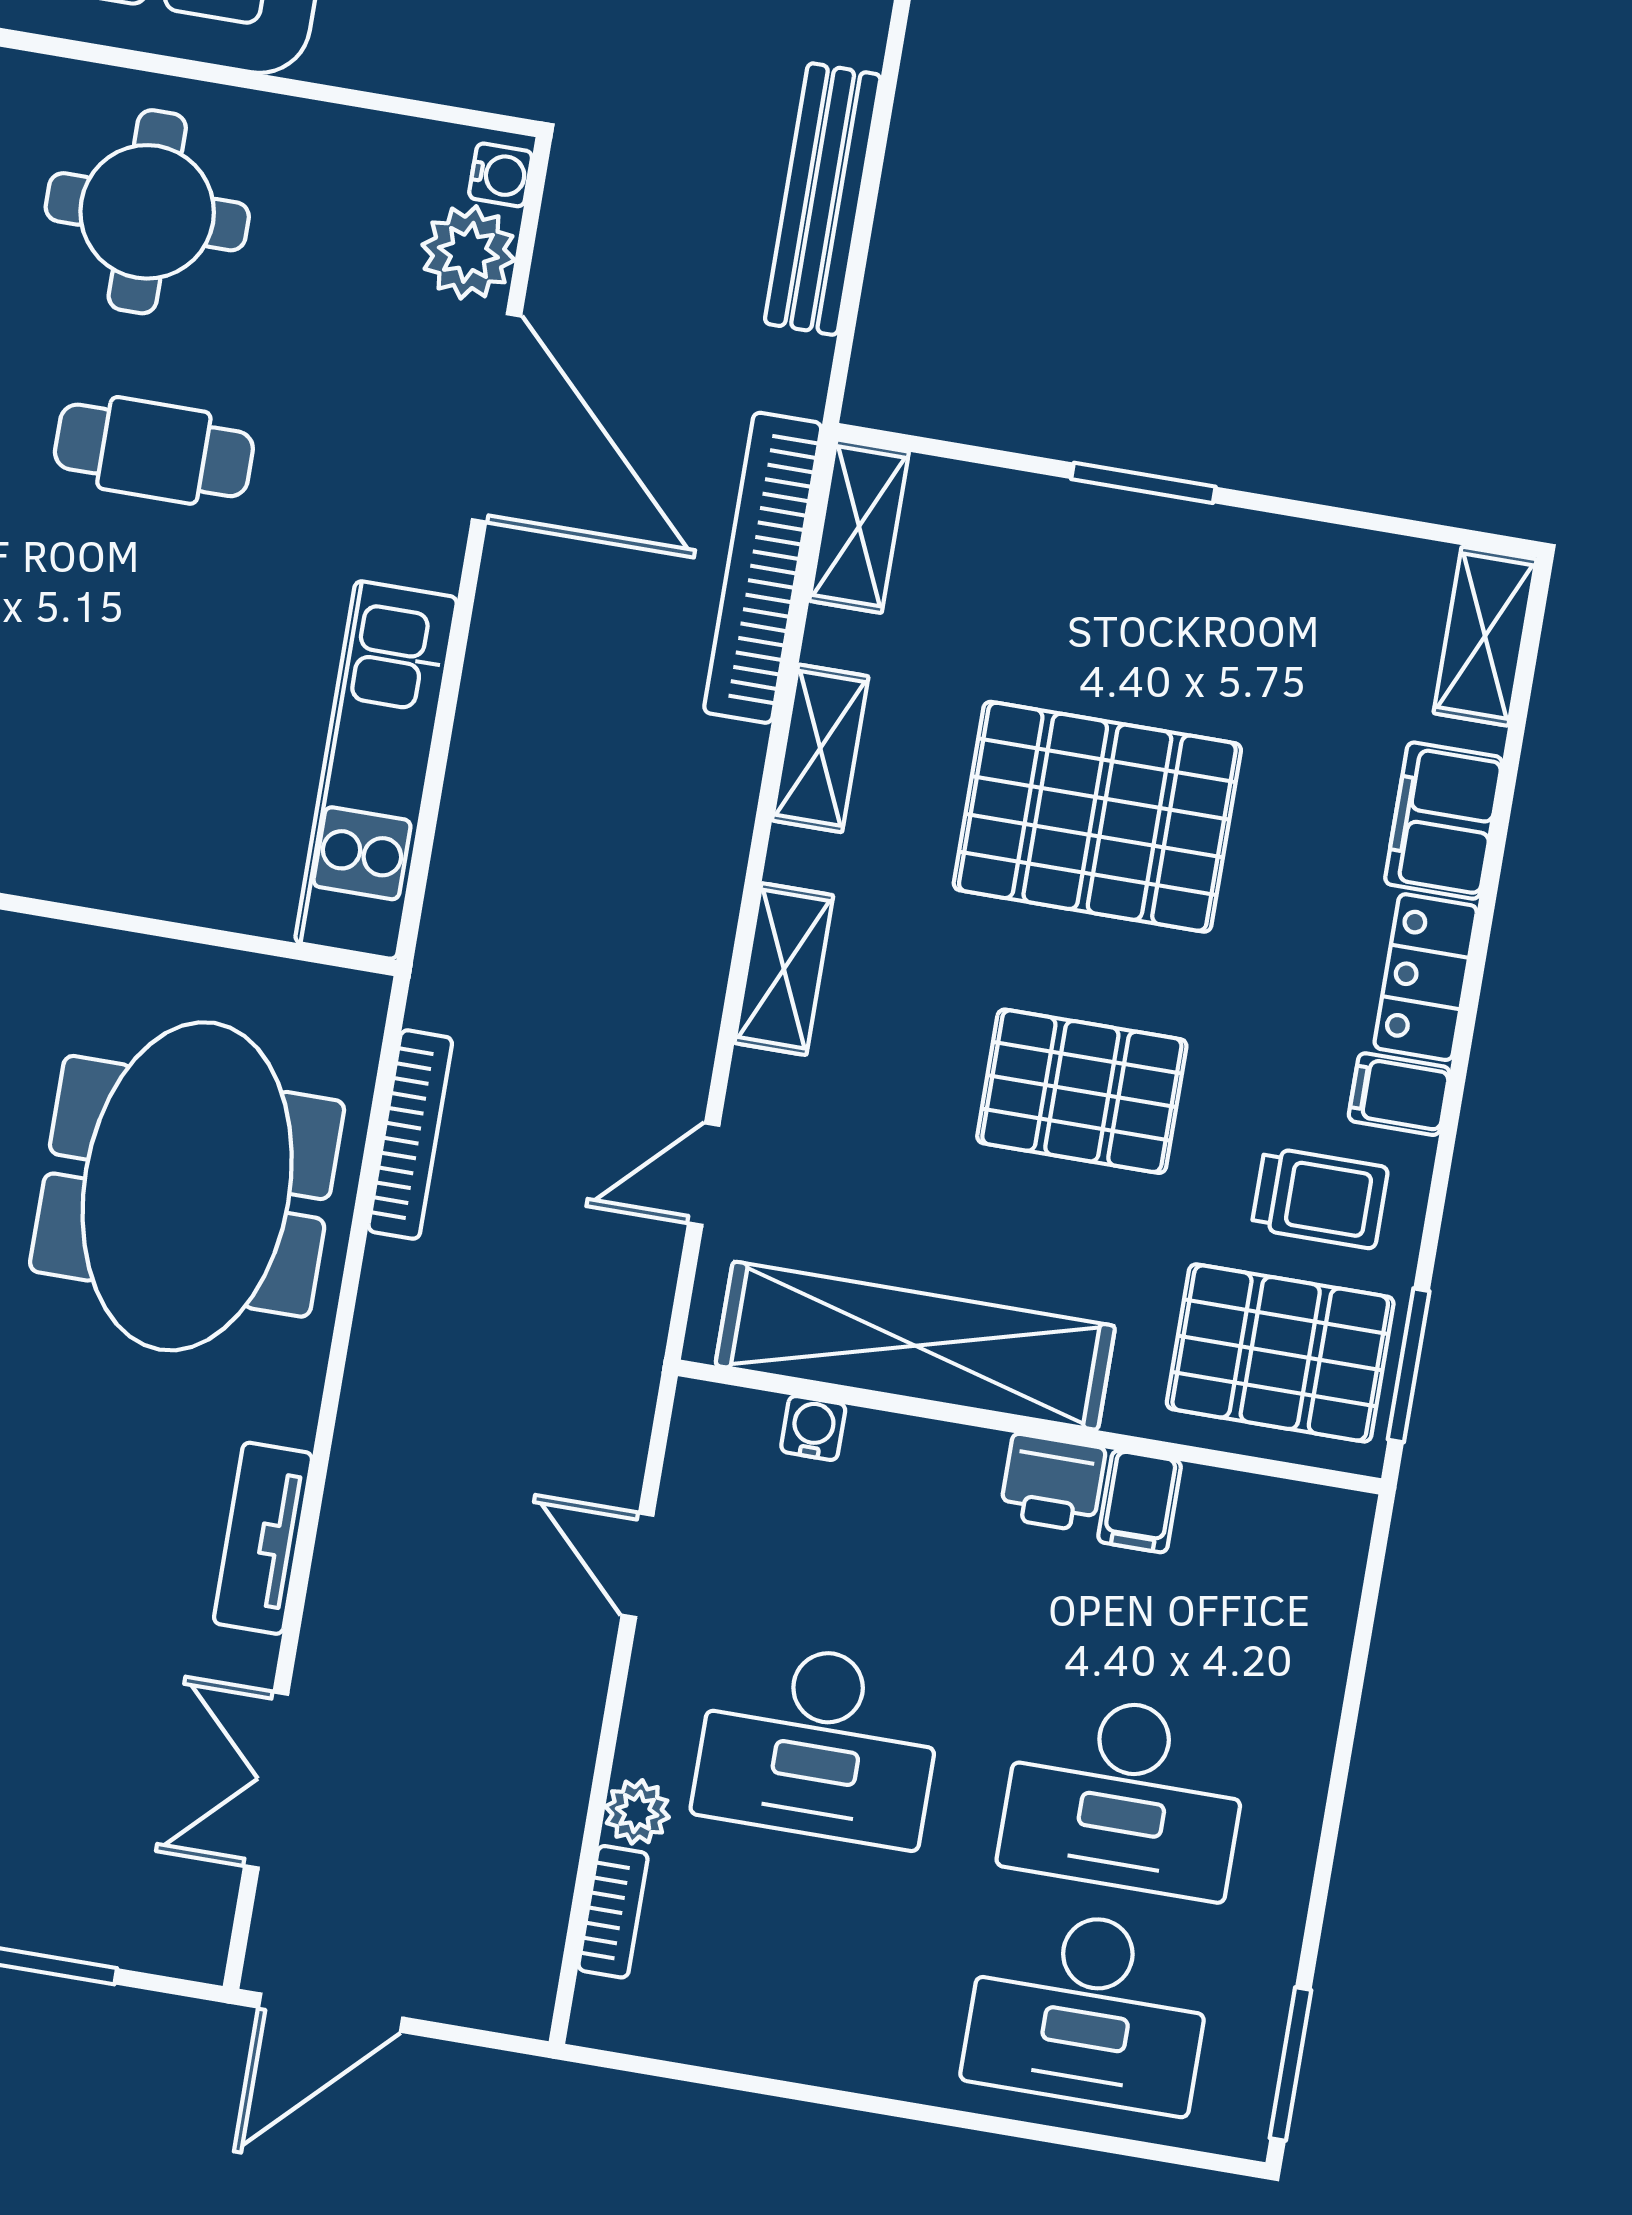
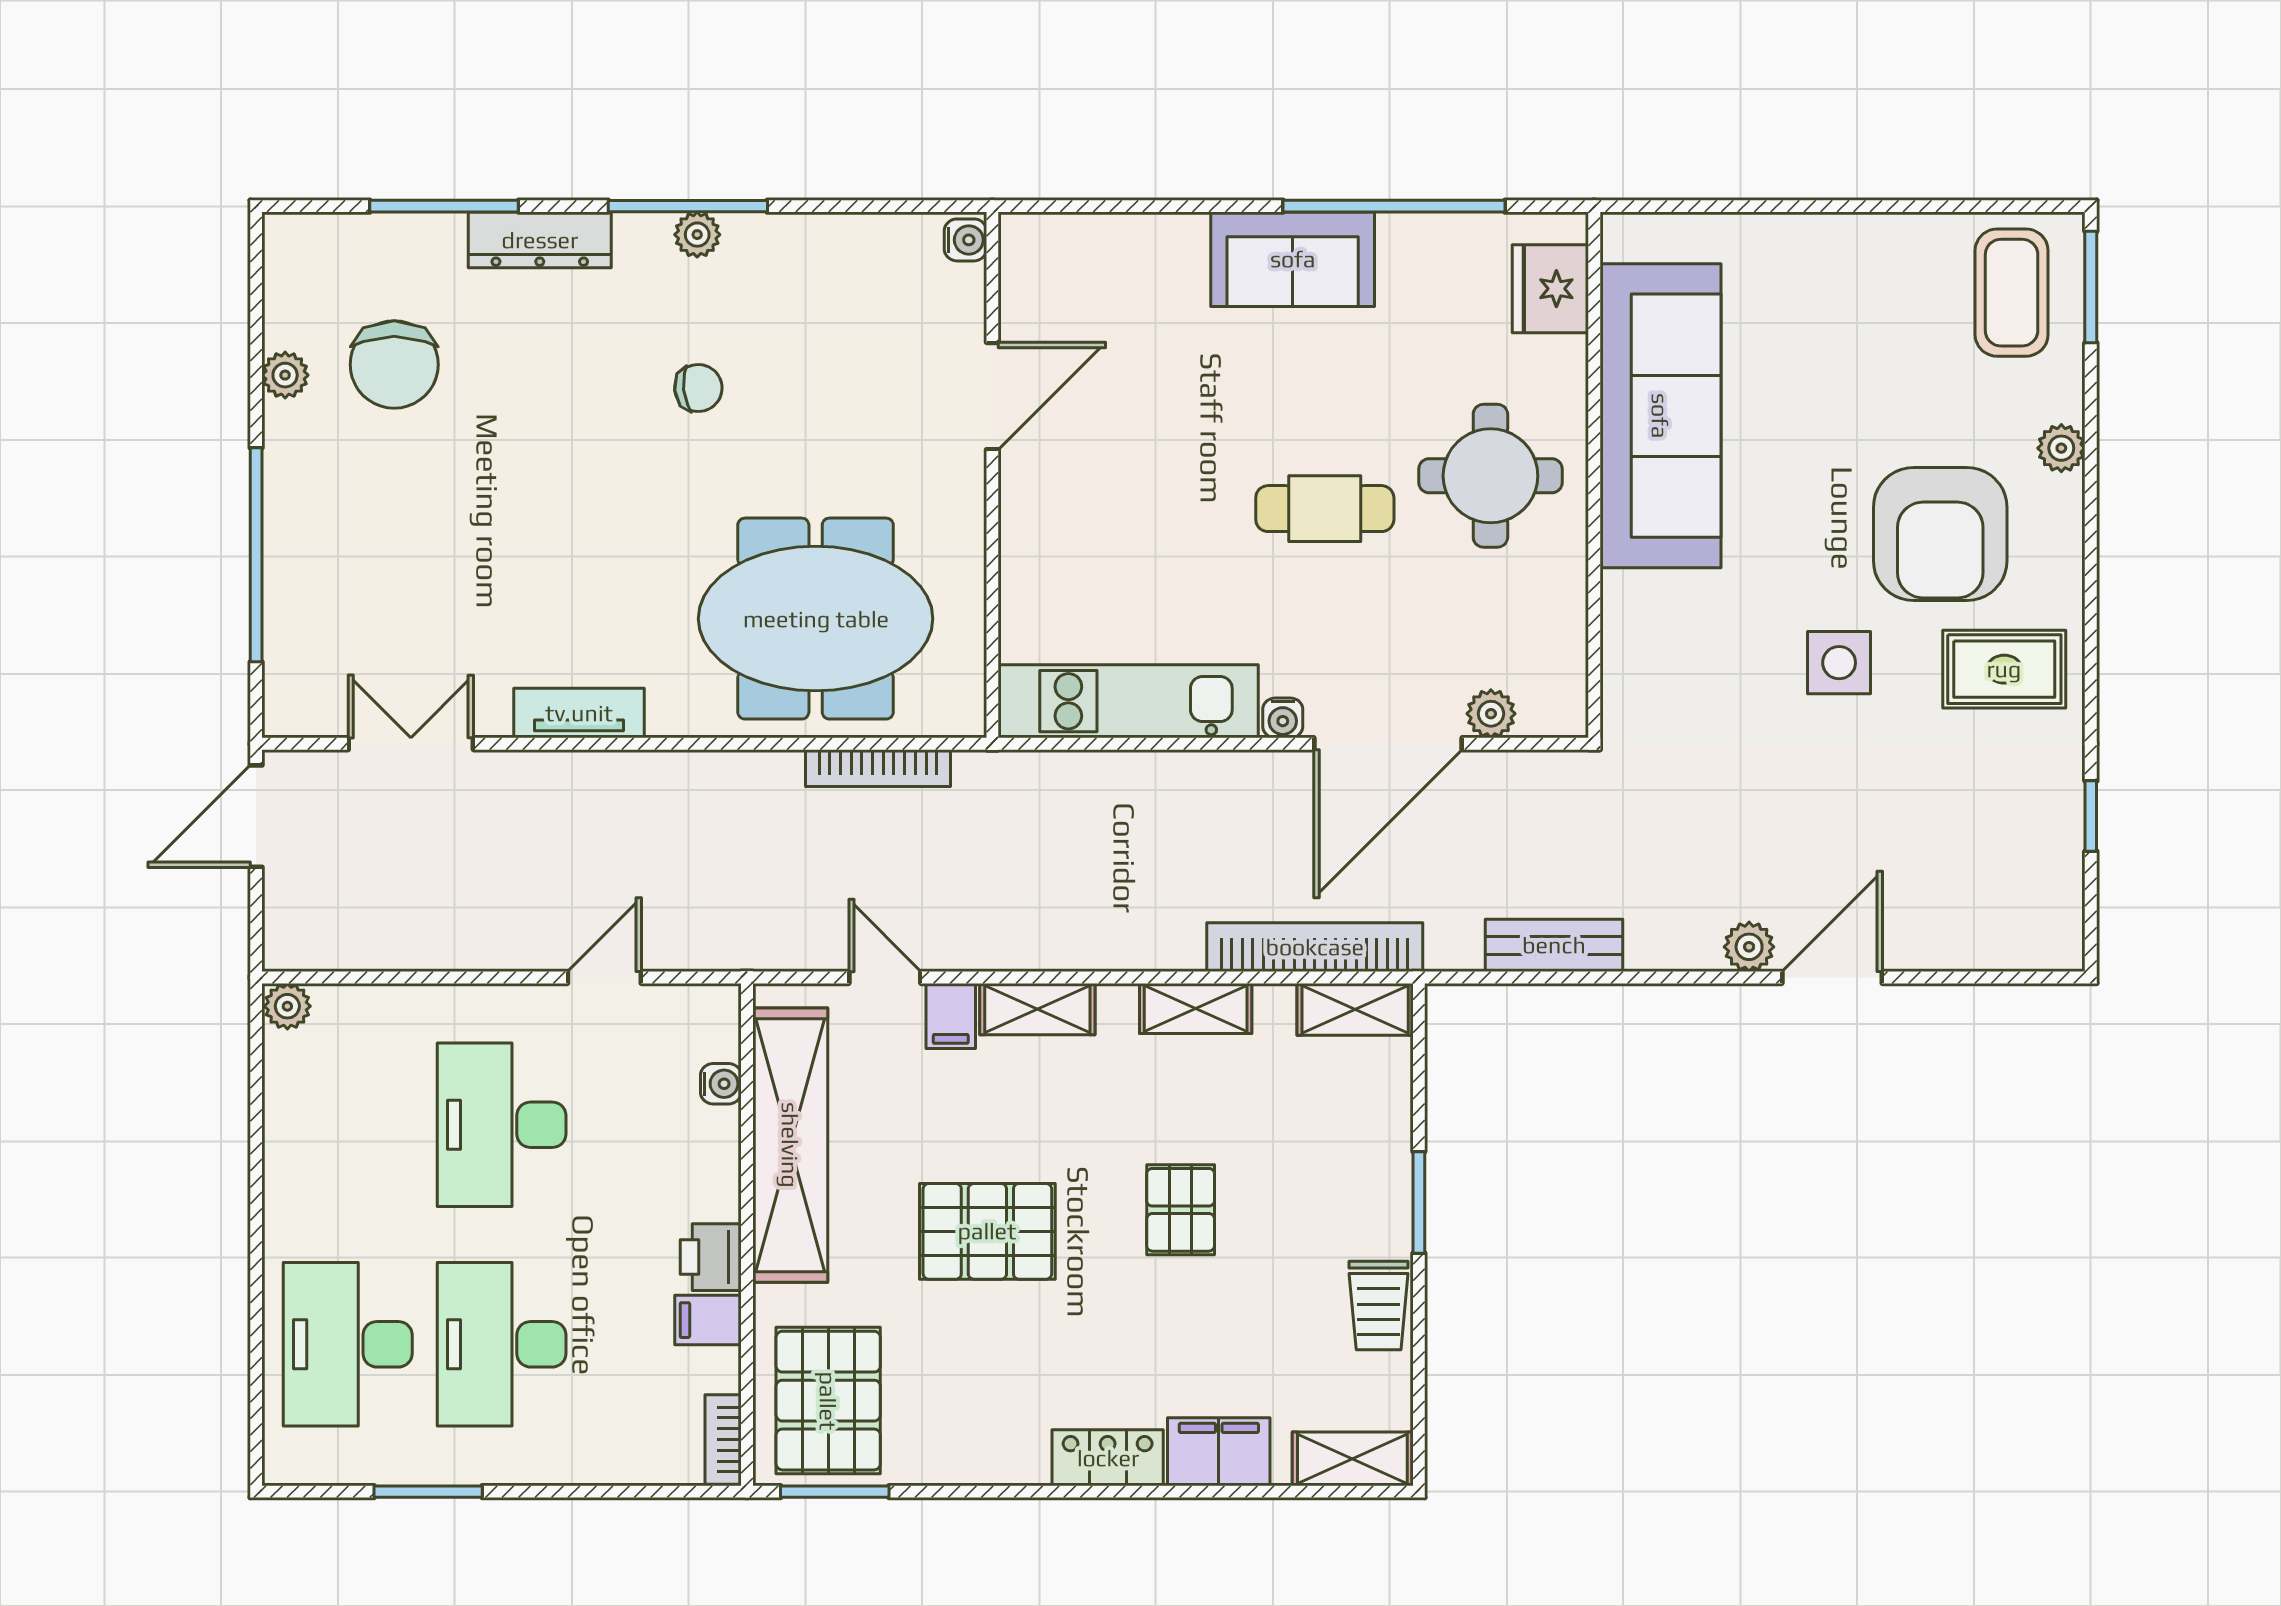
water cooler: (501, 175) -> (1283, 718), moved
bench: (823, 199) -> (1554, 945), width x0.73
plant: (468, 252) -> (1491, 714), width x0.73, depth x0.73
cafe table: (154, 450) -> (1325, 509), turned 90
pallet: (1097, 817) -> (1181, 1210), width x0.49, depth x0.50
pallet: (1082, 1091) -> (987, 1231), turned 90
filing cabinet: (1399, 1094) -> (951, 1016), moved, turned 180
trolley: (1320, 1198) -> (1379, 1305), moved
plant: (637, 1812) -> (287, 1006), moved
bookcase: (613, 1912) -> (723, 1440), moved, turned 90
door: (331, 2013) -> (256, 816), hinge flipped
window: (1290, 2064) -> (428, 1492), moved

